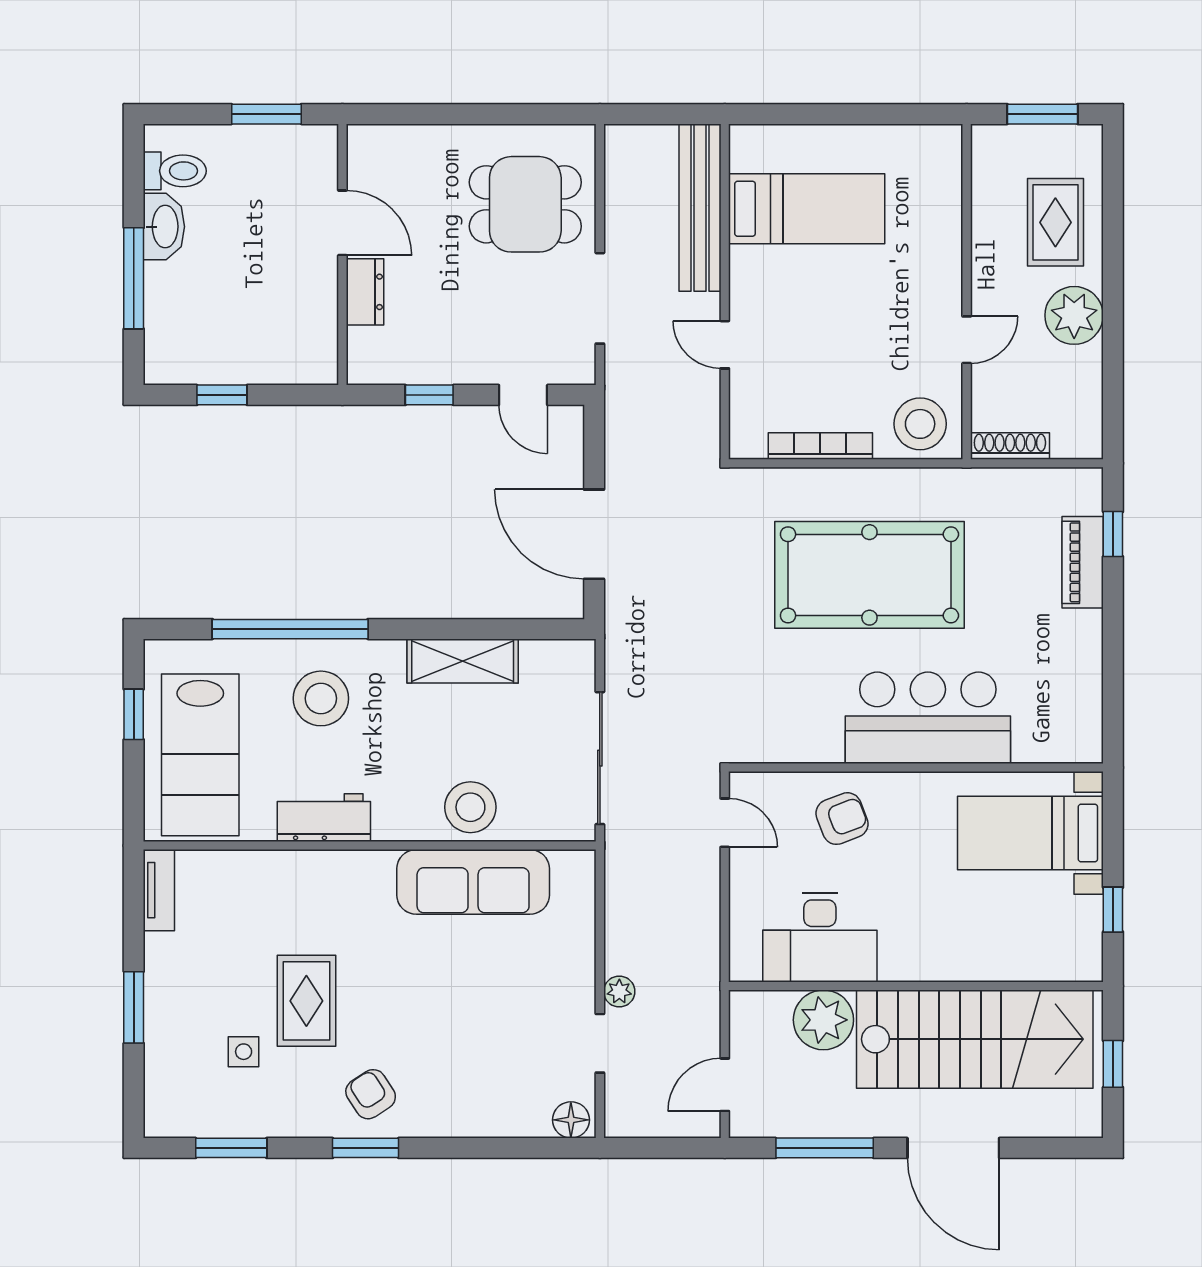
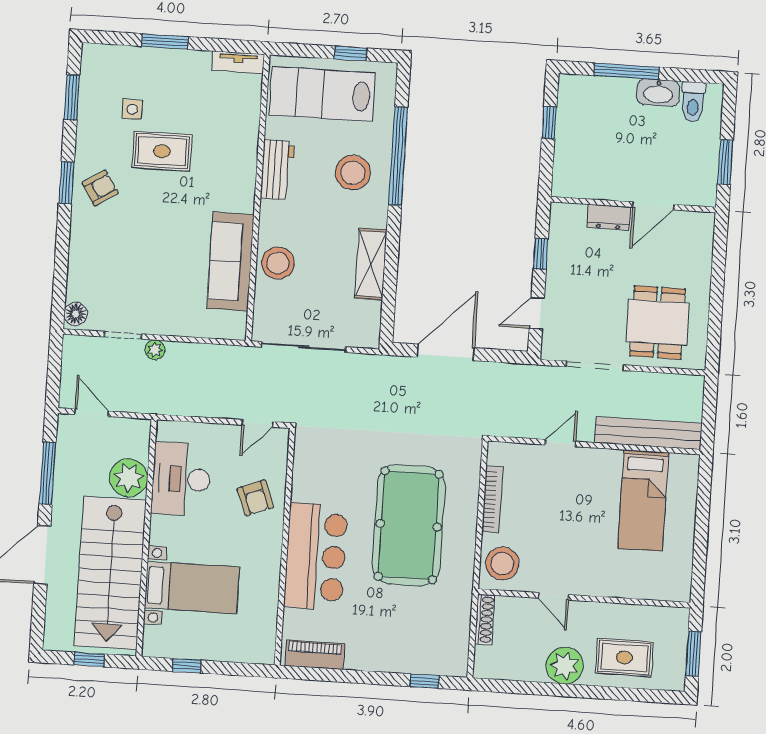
piano: (1083, 562) -> (315, 655), moved
bed with nightstands: (1030, 833) -> (192, 588), moved, turned 90

